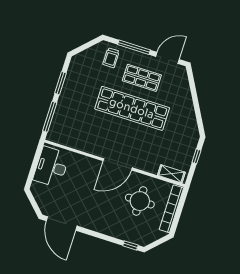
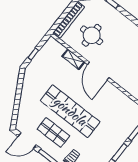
door: (118, 164) -> (98, 71), swing flipped
shelving: (171, 174) -> (73, 59), moved

